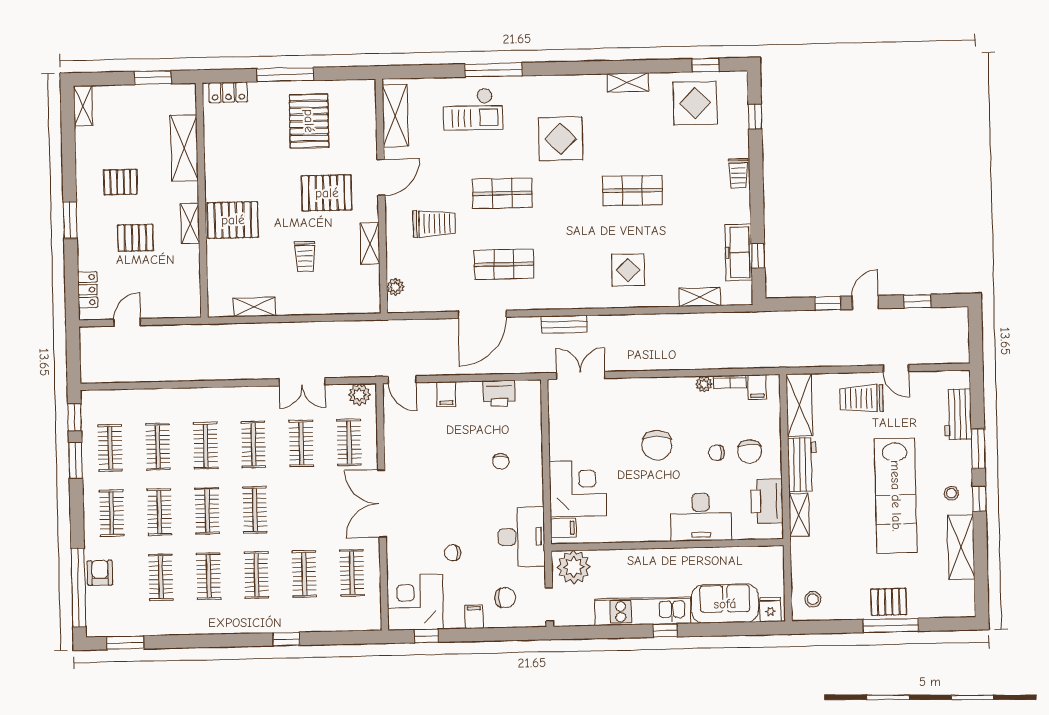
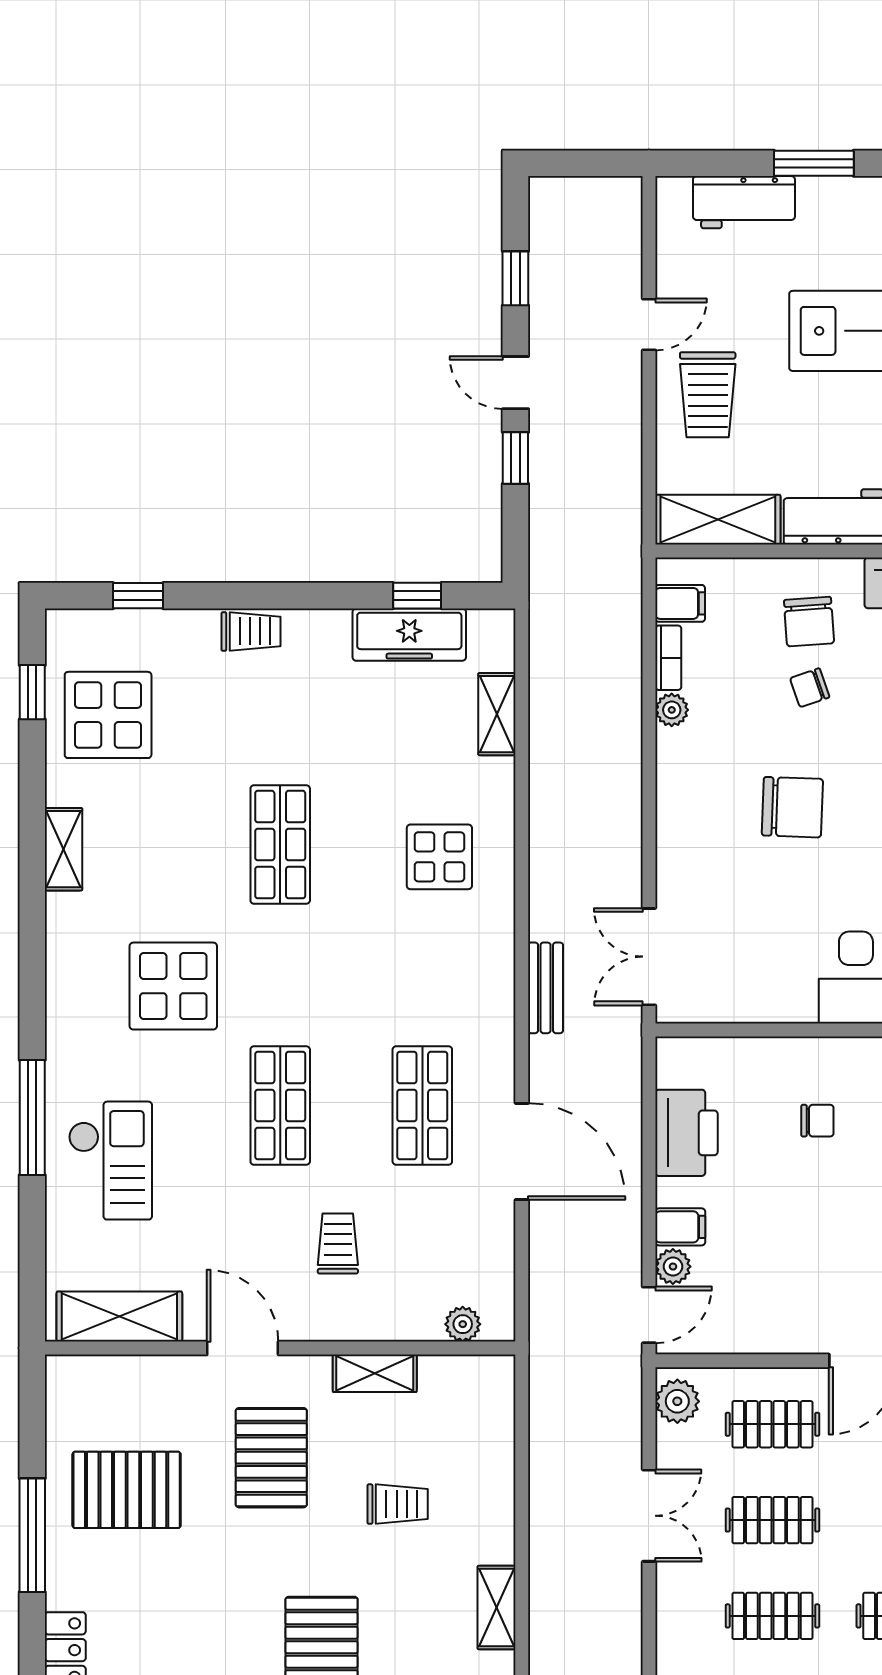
trolley: (434, 224) -> (338, 1243), width x0.73, depth x0.72
plant: (427, 391) -> (673, 1267), added
printer: (499, 394) -> (686, 1133), width x1.37, depth x1.19
chair: (750, 451) -> (809, 622), turned 86
chair: (717, 453) -> (810, 688), turned 71

